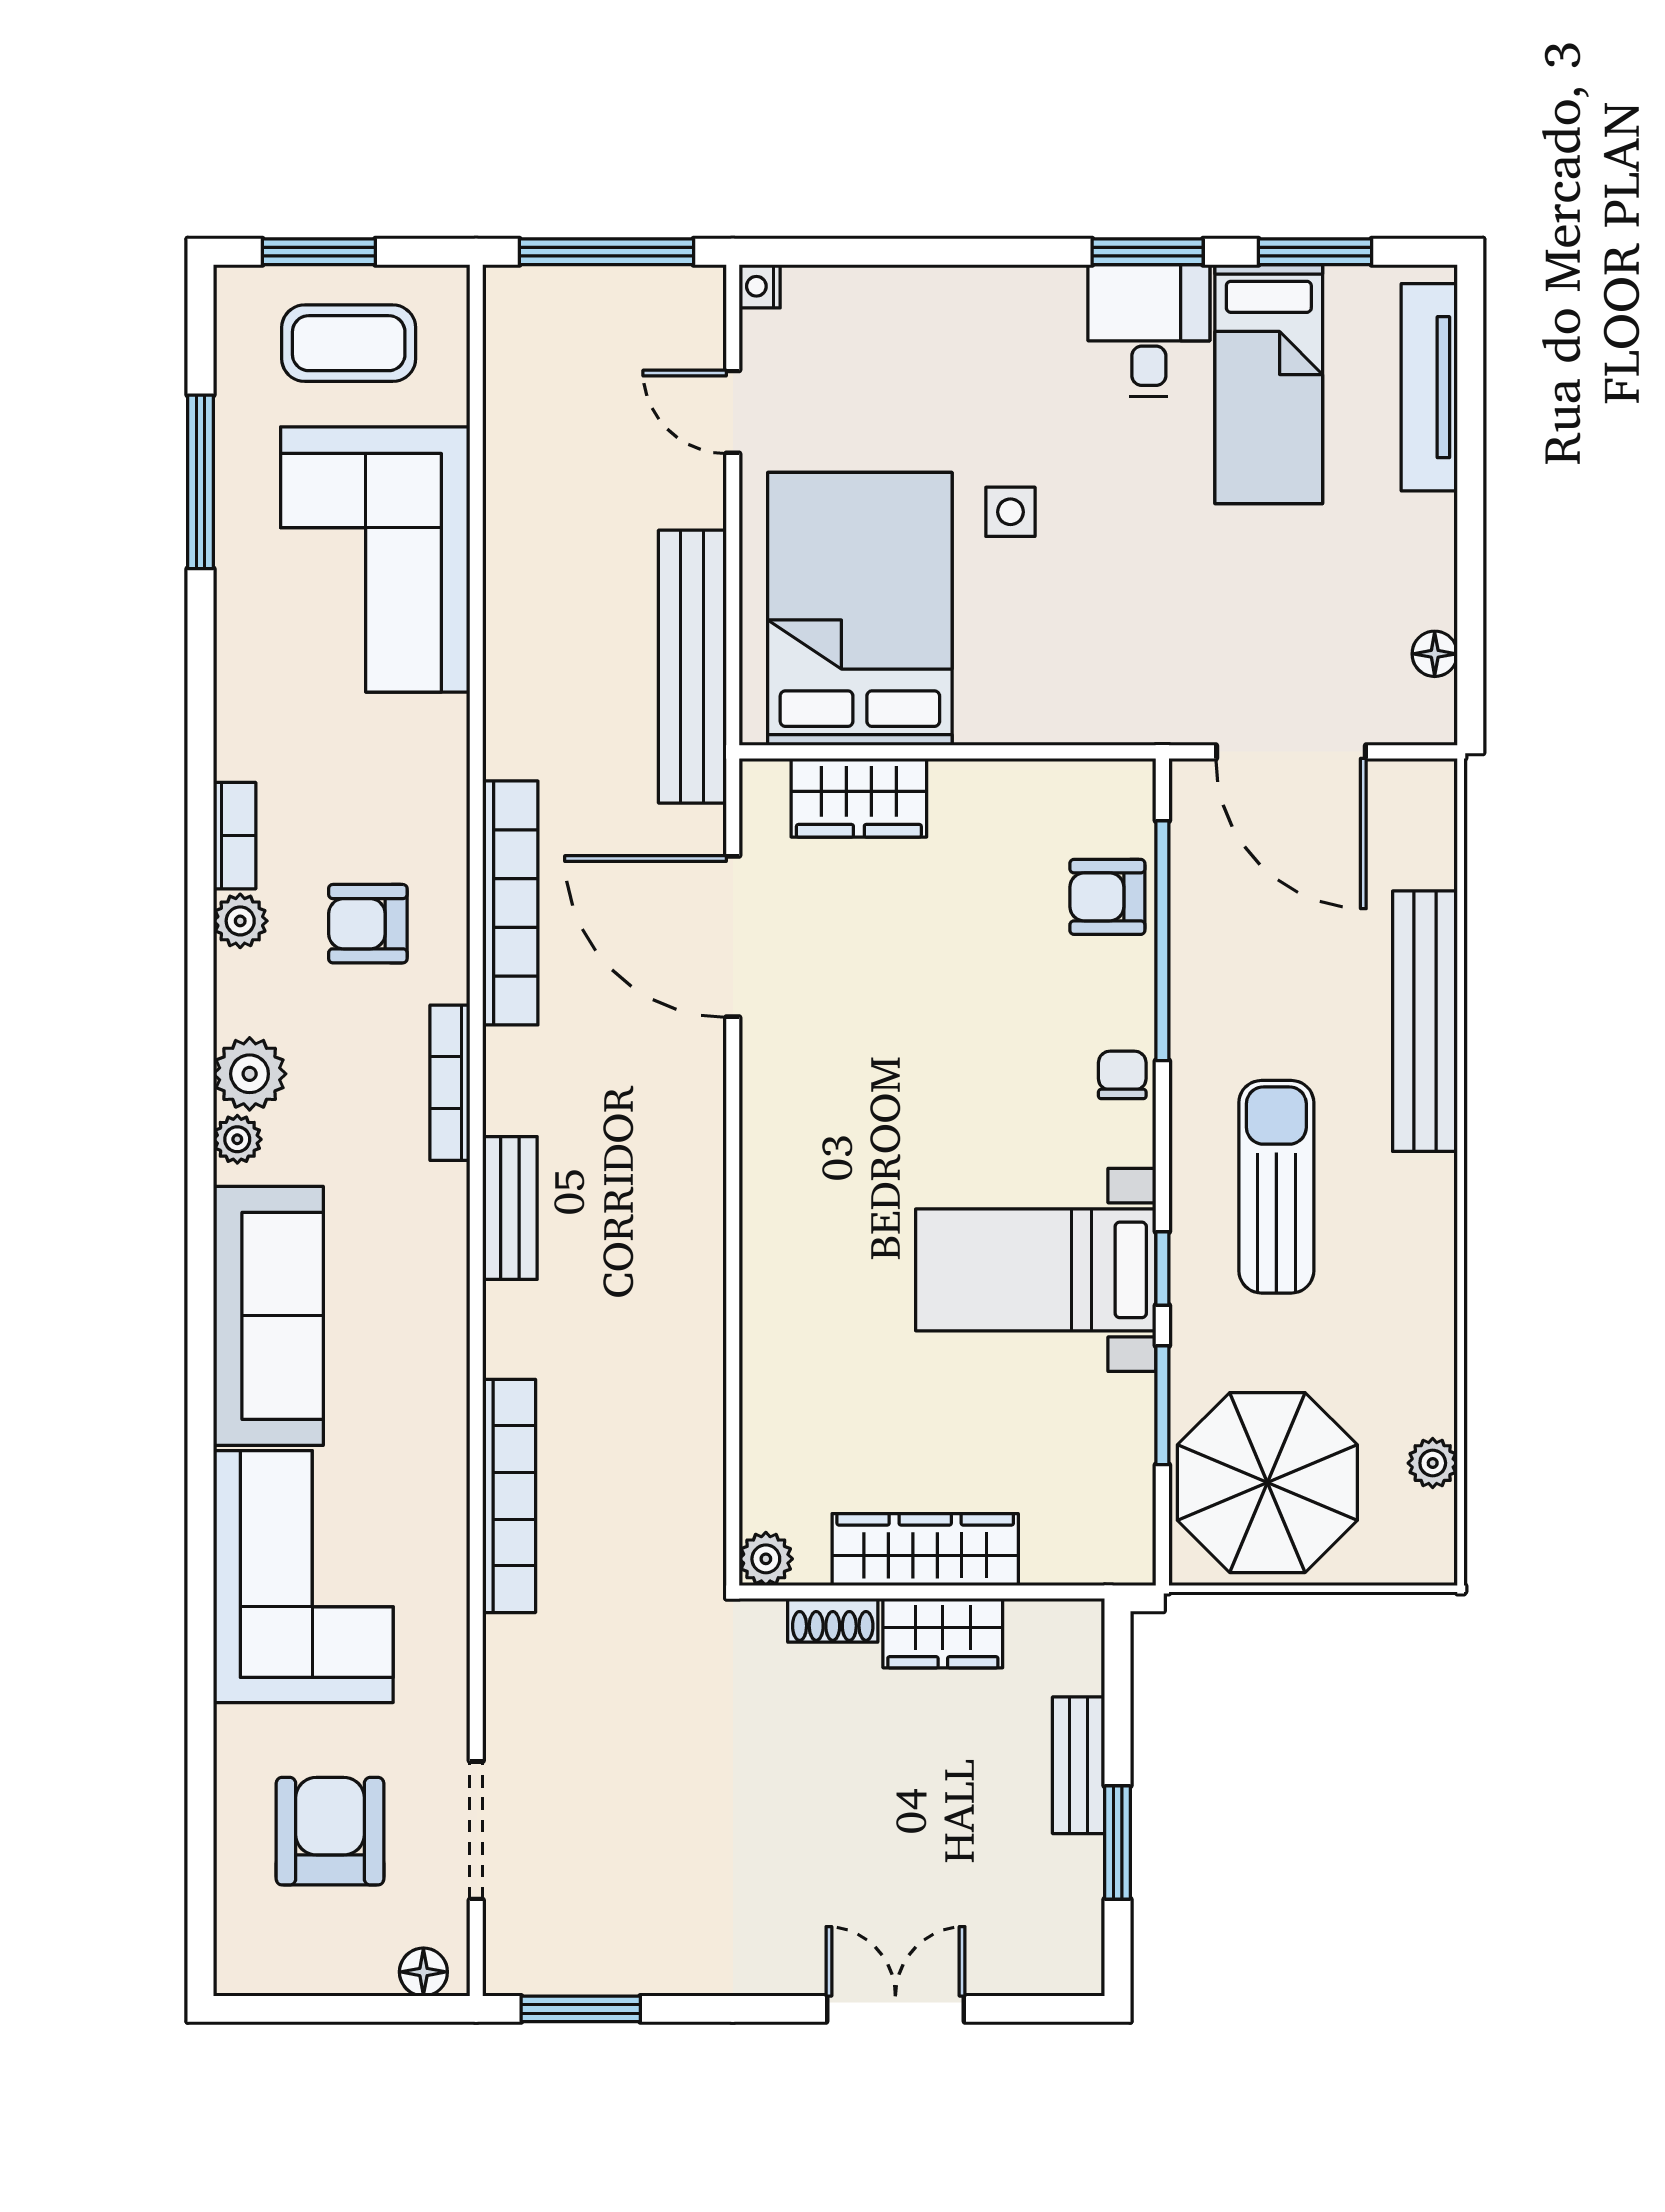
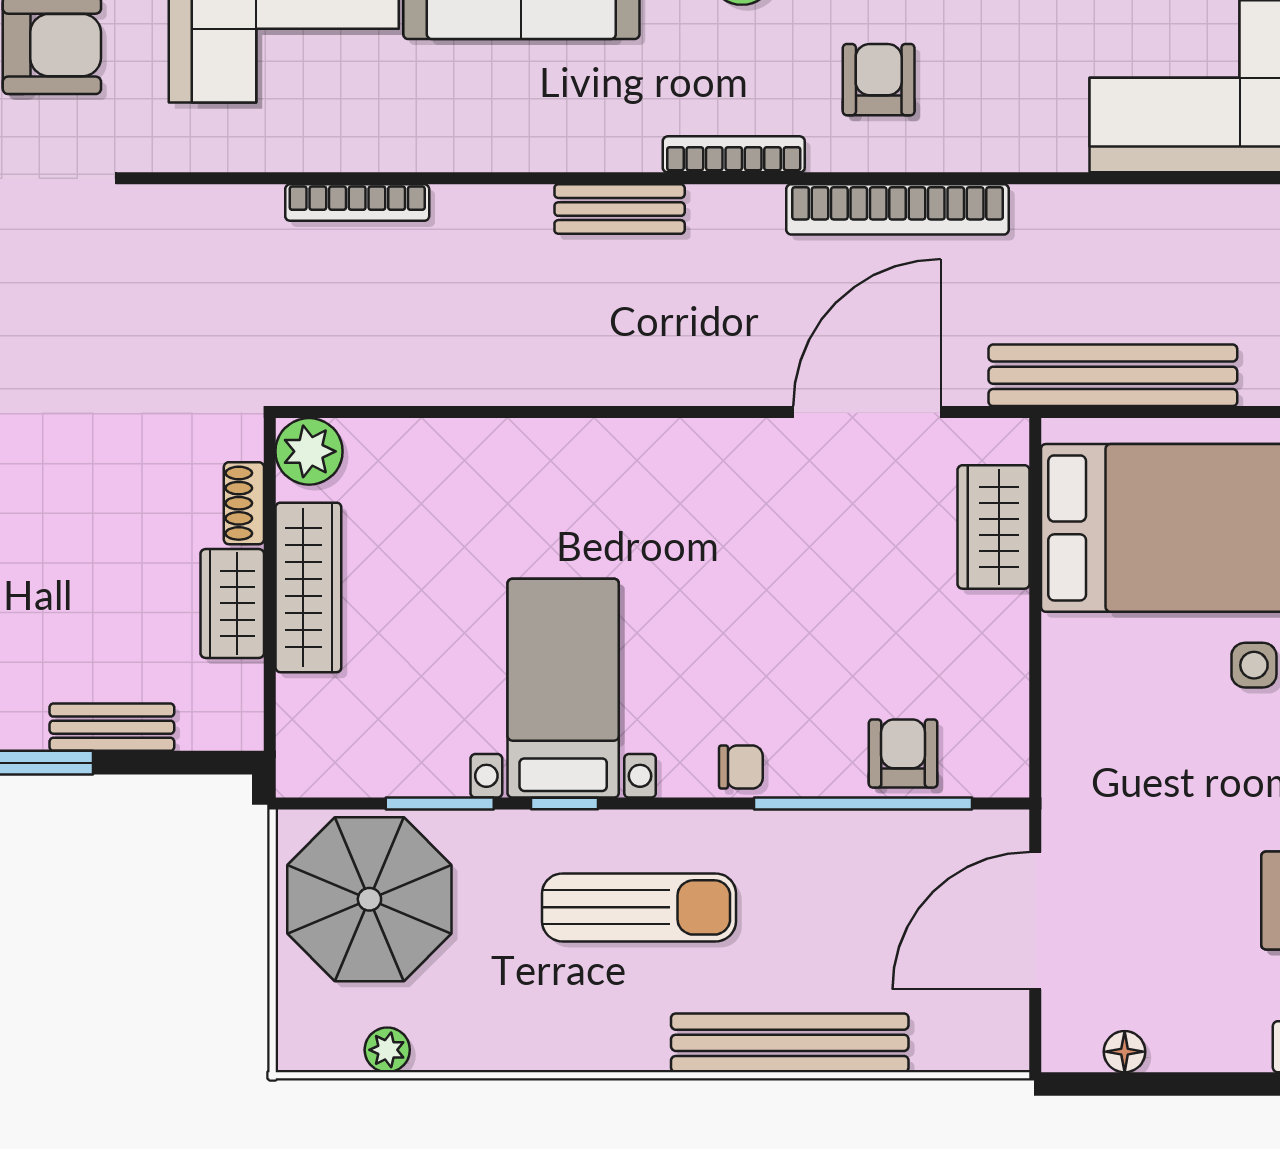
bookcase: (509, 1496) -> (357, 203), width x0.68, depth x0.76
plant: (766, 1559) -> (309, 451), width x1.38, depth x1.38

